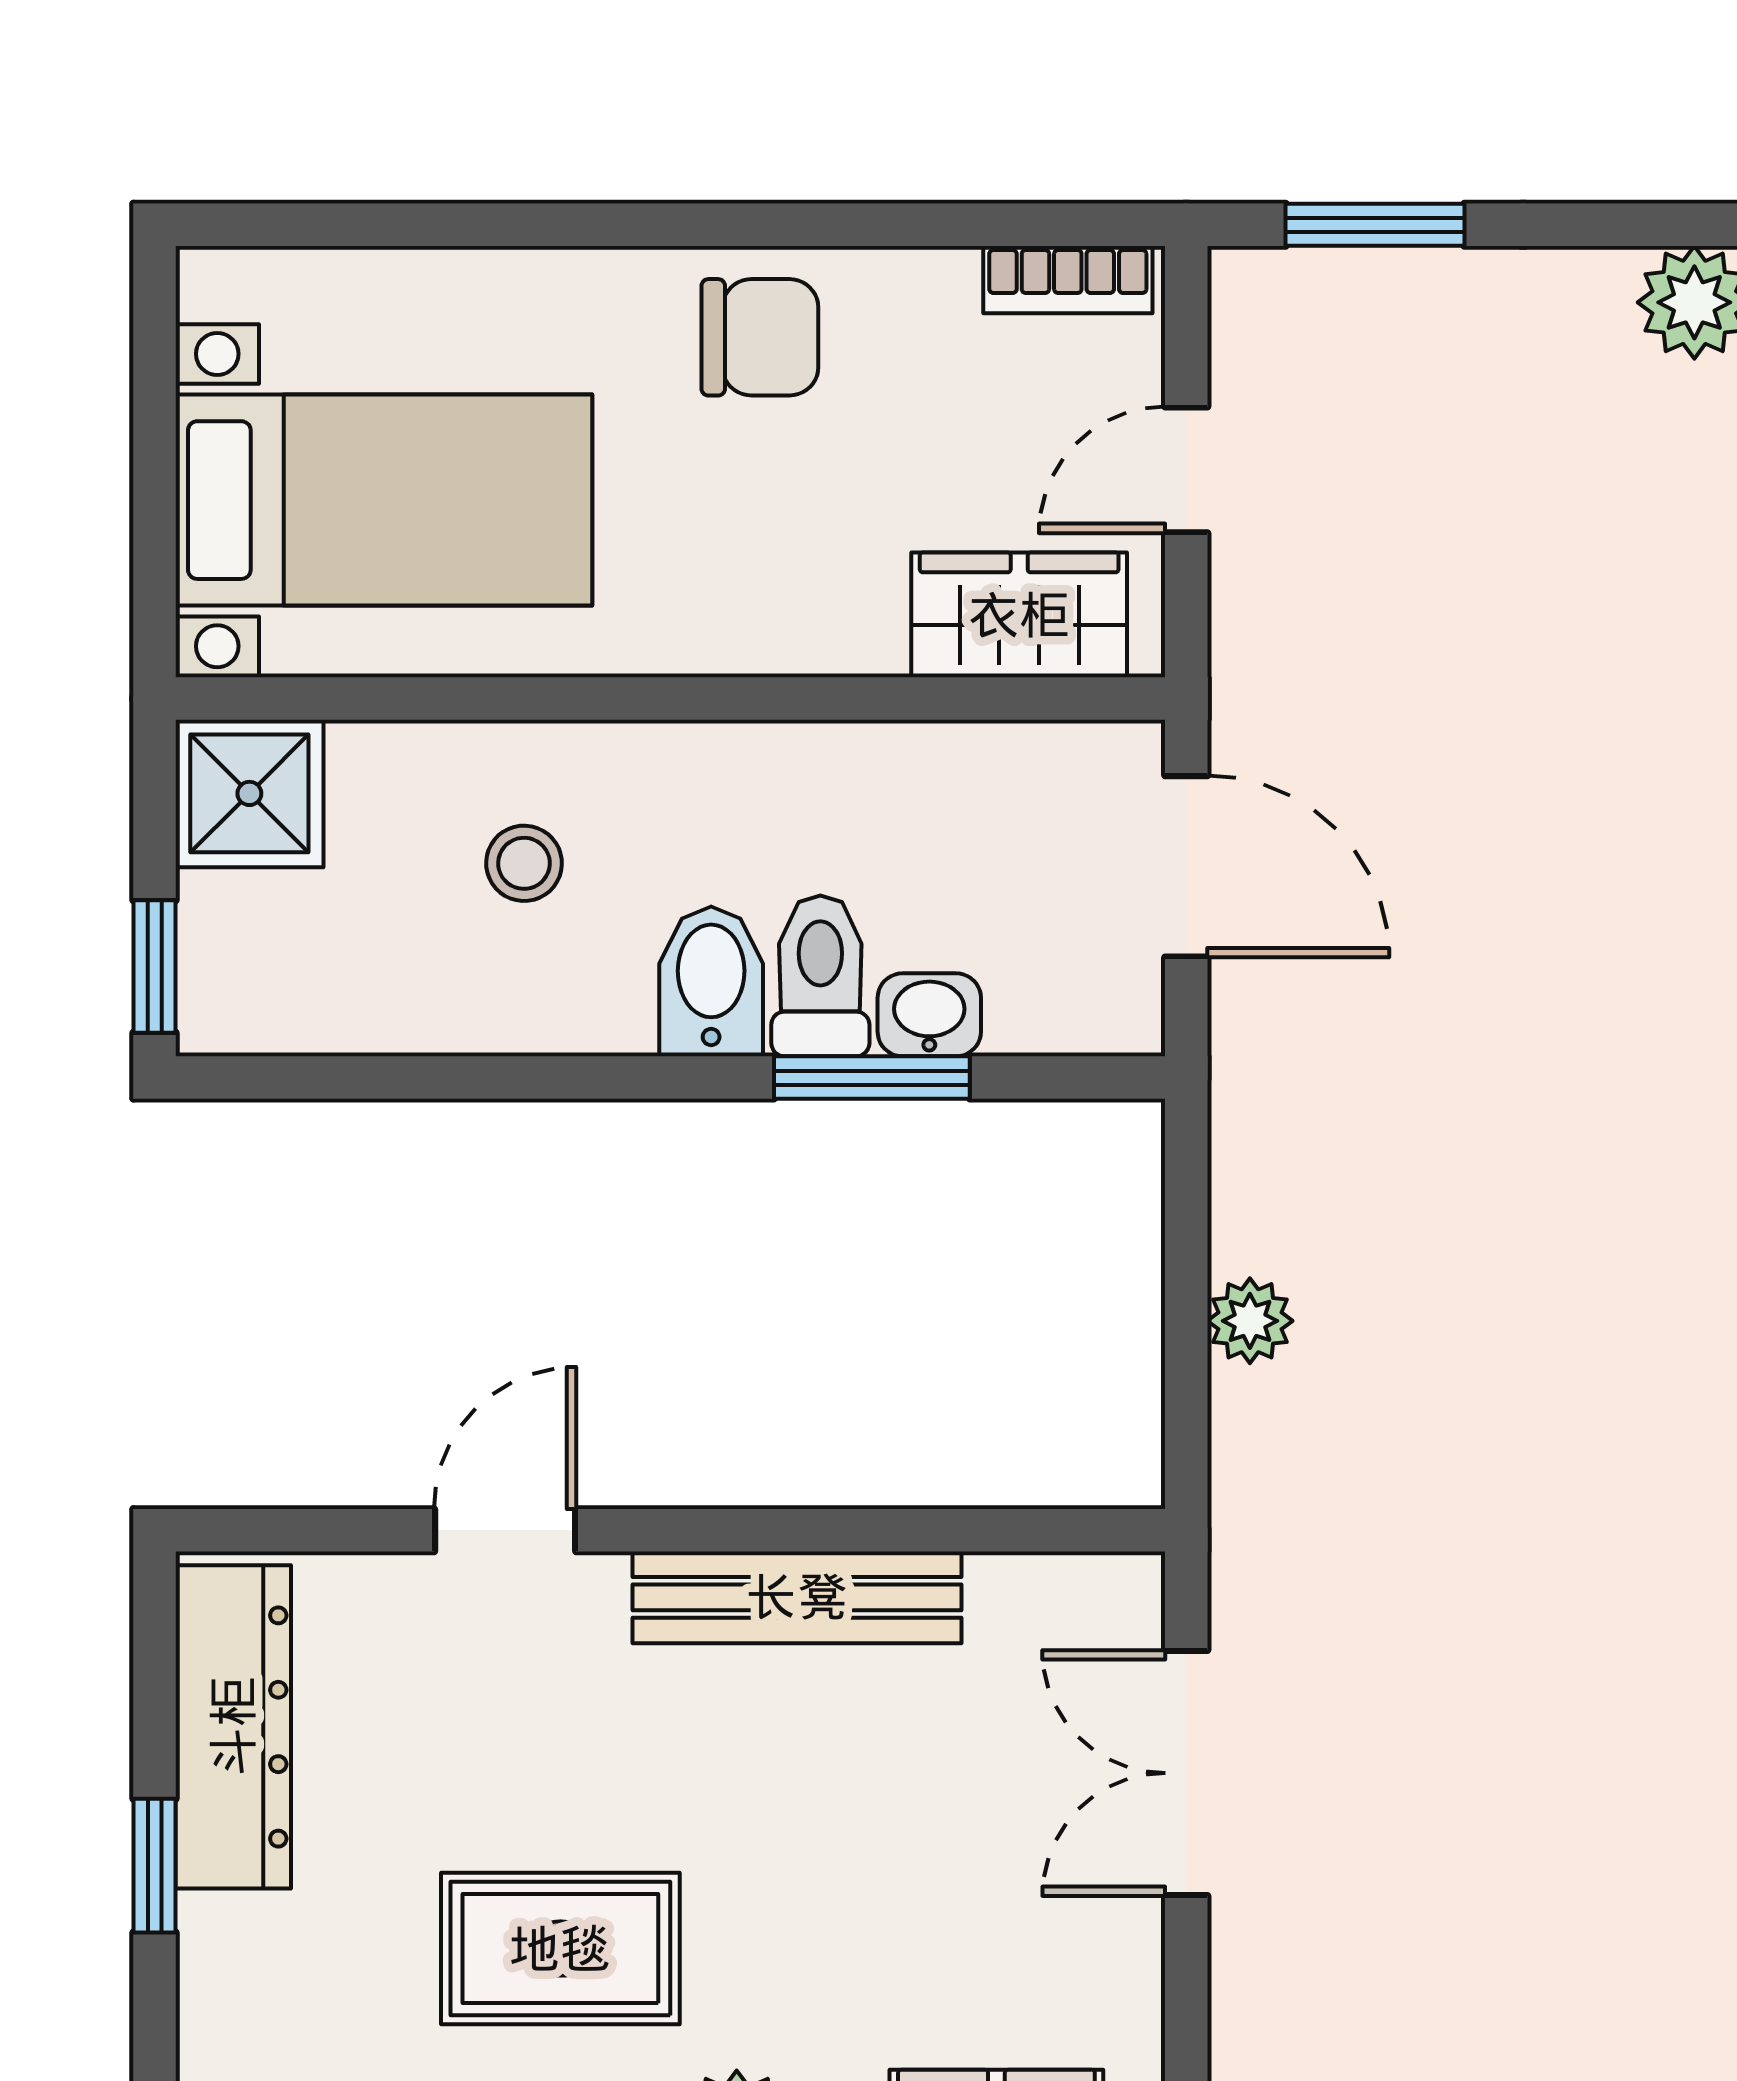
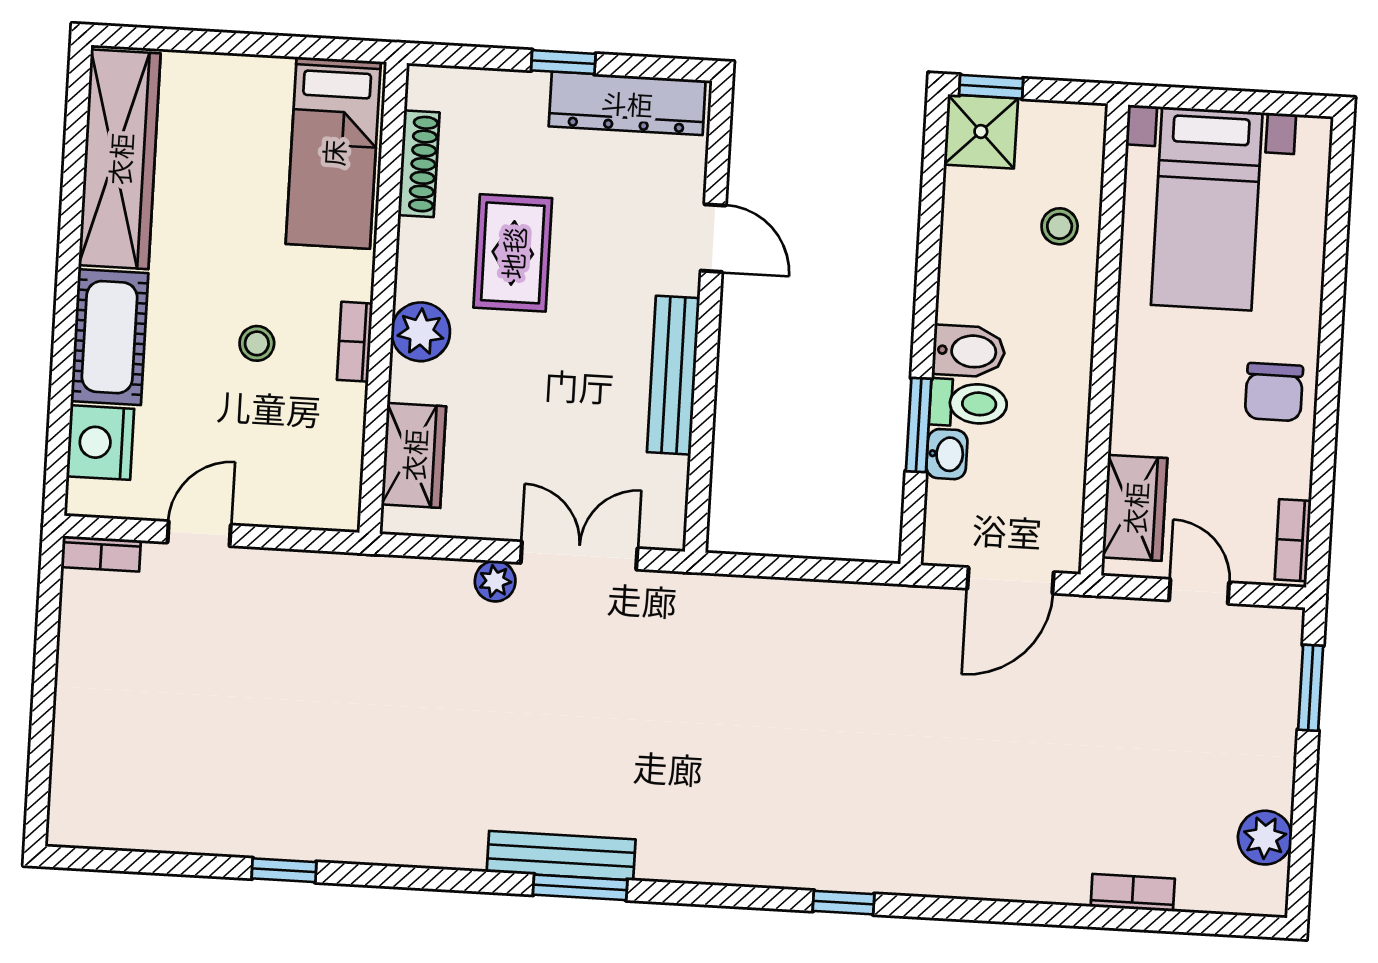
shower: (249, 793) -> (981, 131), moved
stool: (524, 863) -> (1060, 226), moved
plant: (1250, 1321) -> (495, 581), moved

